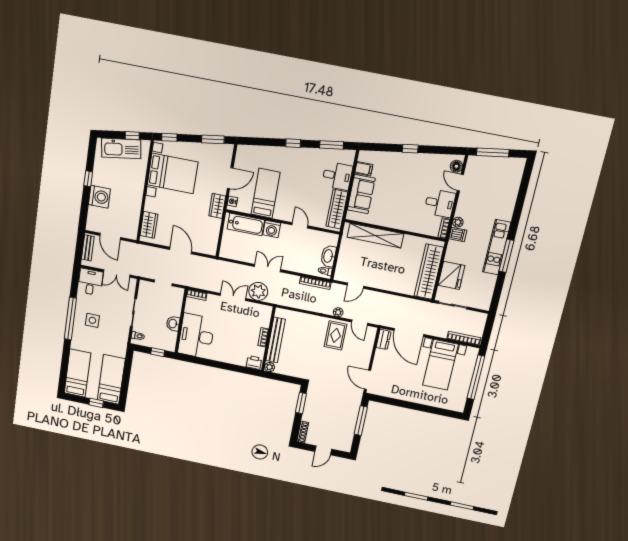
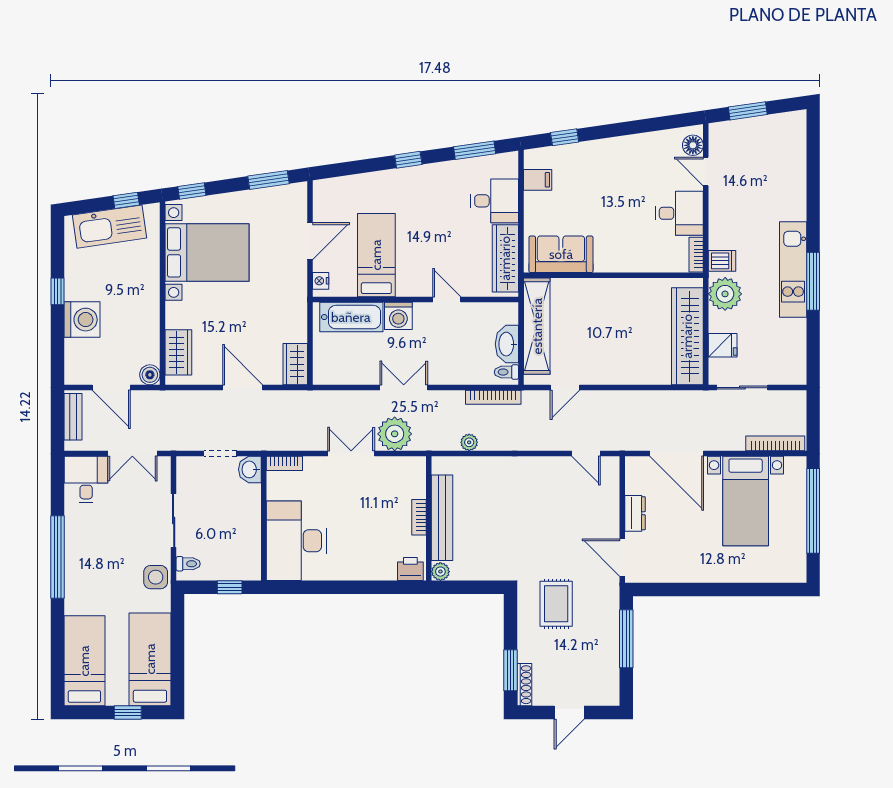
window: (410, 149) -> (565, 137), moved
window: (493, 153) -> (748, 111), width x0.69
sofa: (361, 194) -> (561, 254), moved, turned -90
wardrobe: (217, 206) -> (295, 364), moved
plant: (458, 222) -> (725, 294), moved, width x1.87, depth x1.87
boiler: (132, 234) -> (150, 375), added
shelving: (375, 236) -> (537, 326), moved, turned 90
fridge: (451, 275) -> (723, 345), width x0.53, depth x0.75
plant: (338, 312) -> (469, 442), moved
side table: (92, 320) -> (156, 577), moved
washbasin: (173, 324) -> (250, 469), moved
rug: (335, 335) -> (556, 604), moved
dresser: (384, 339) -> (635, 513), moved
window: (301, 403) -> (511, 670), moved

